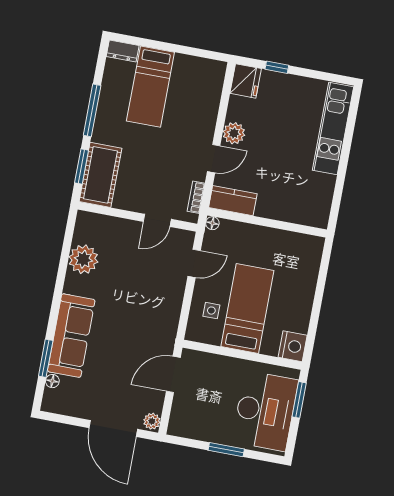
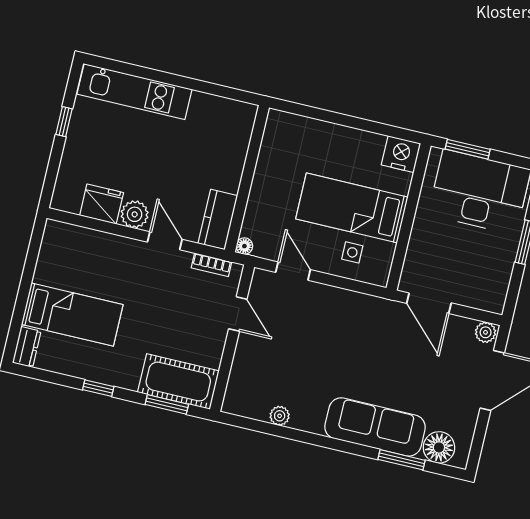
window: (277, 67) -> (64, 122), moved
fridge: (246, 81) -> (102, 204), moved
window: (92, 110) -> (98, 388), width x0.46
plant: (83, 259) -> (280, 416), width x0.53, depth x0.53
floor lamp: (52, 381) -> (439, 447), width x1.89, depth x1.89

